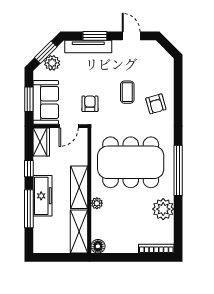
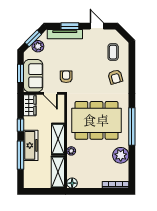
coffee table: (127, 92) -> (113, 52), moved
door: (69, 126) -> (50, 93), hinge flipped

